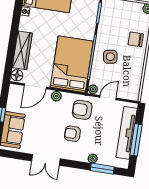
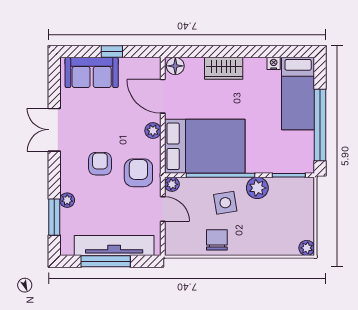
plant: (104, 34) -> (257, 188), added
chair: (136, 39) -> (217, 240), moved
wardrobe: (22, 50) -> (224, 68), width x0.67

